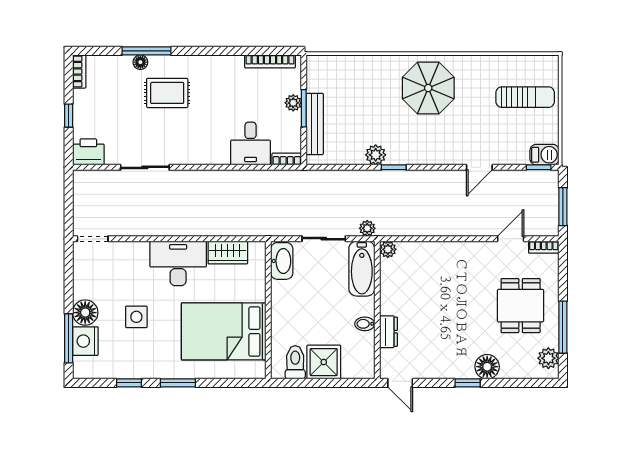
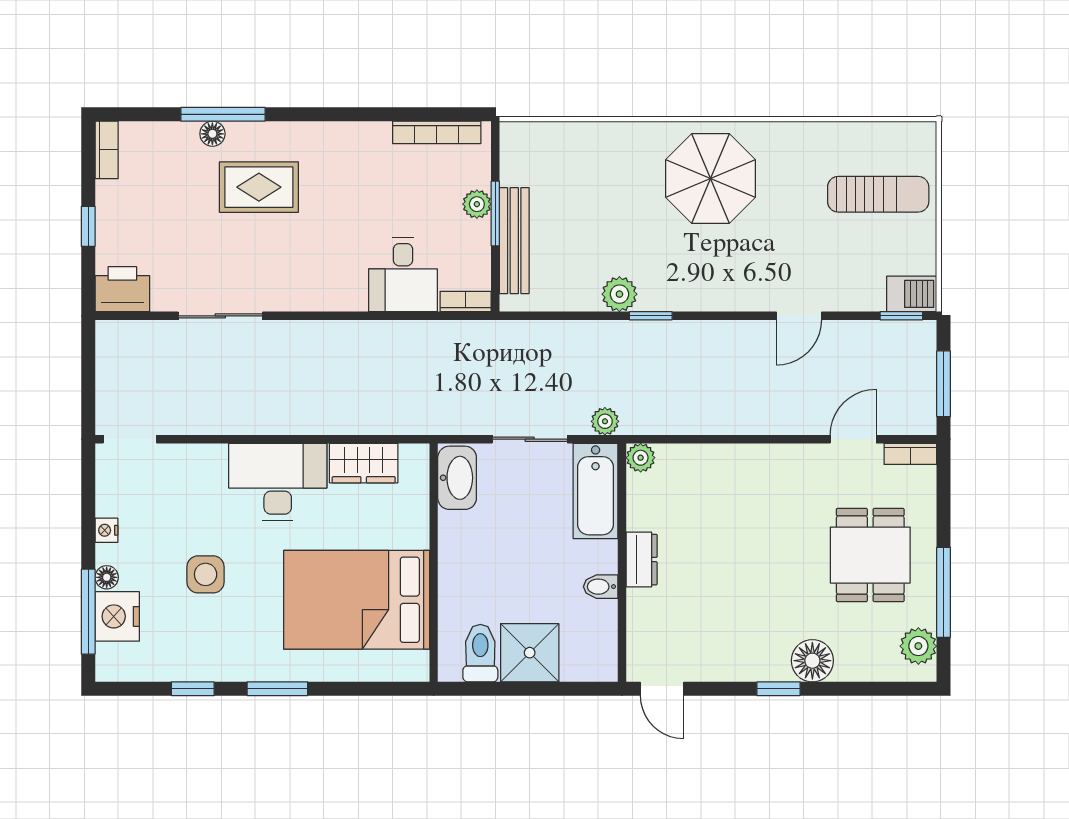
nightstand: (79, 291) -> (106, 530), added
floor lamp: (85, 313) -> (107, 577), width x0.53, depth x0.53
dresser: (388, 332) -> (642, 560), moved

